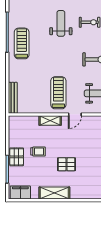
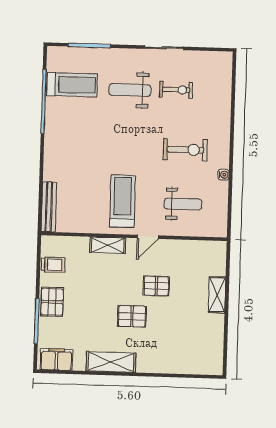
weight bench: (61, 23) -> (130, 90), turned -90
treadmill: (22, 43) -> (72, 85), moved, turned 90
pallet: (81, 145) -> (156, 286), added
trolley: (38, 151) -> (53, 265), moved

